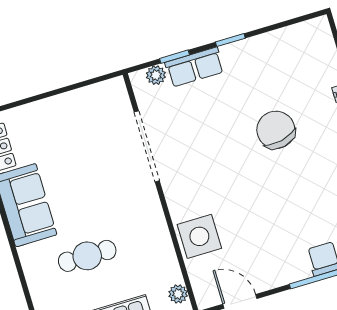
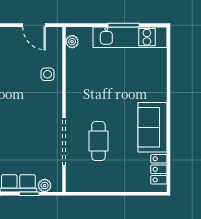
side table: (199, 236) -> (47, 74), width x0.54, depth x0.54
cafe table: (87, 256) -> (98, 141), moved, turned 90

